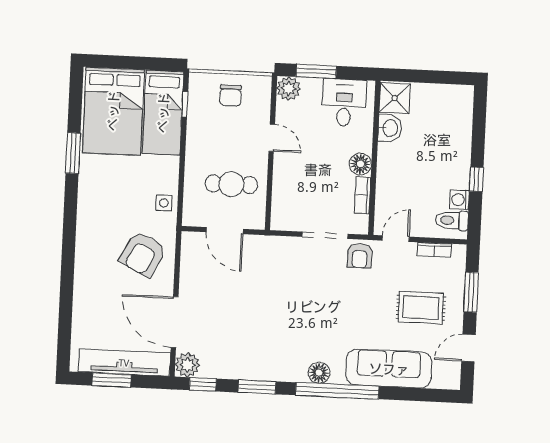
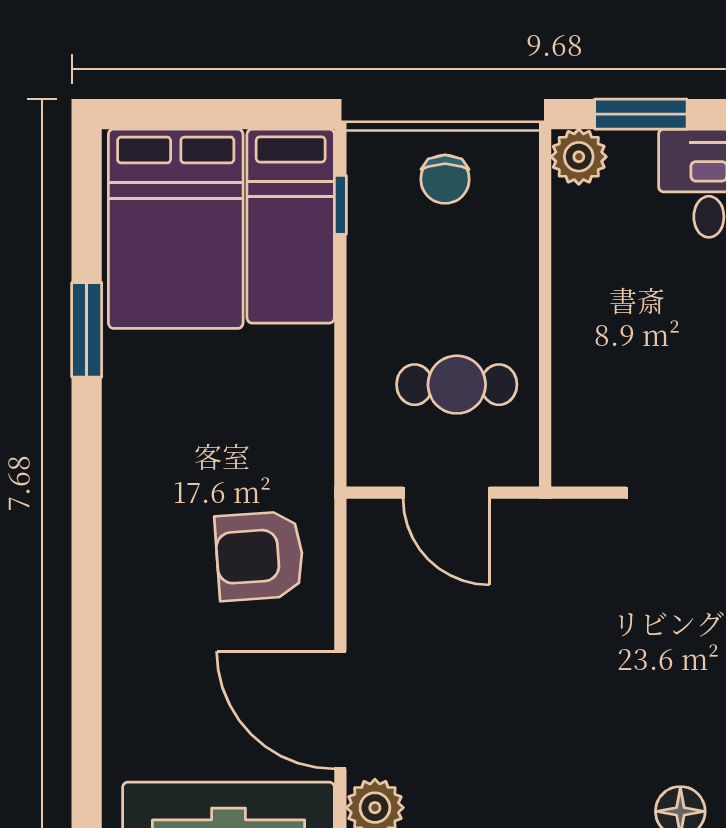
door: (272, 138) -> (545, 273), removed
side table: (164, 203) -> (302, 435), removed
armchair: (143, 254) -> (260, 556), turned 59

